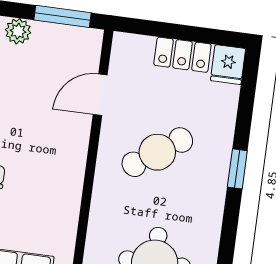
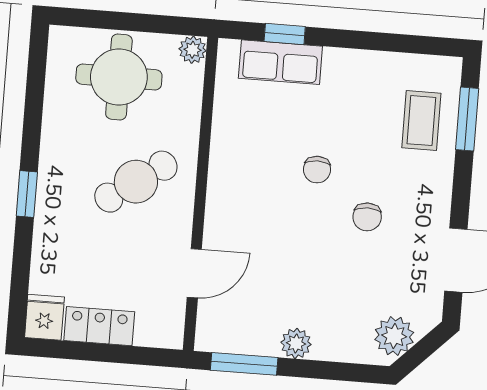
cafe table: (157, 152) -> (136, 182), moved

